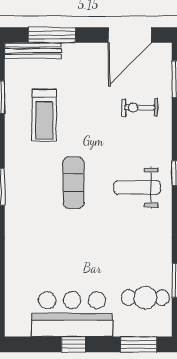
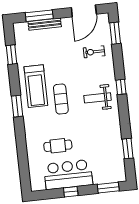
bench: (33, 51) -> (45, 24), moved
treadmill: (44, 115) -> (36, 86), moved, width x1.37, depth x1.38
cafe table: (145, 298) -> (58, 146), moved

